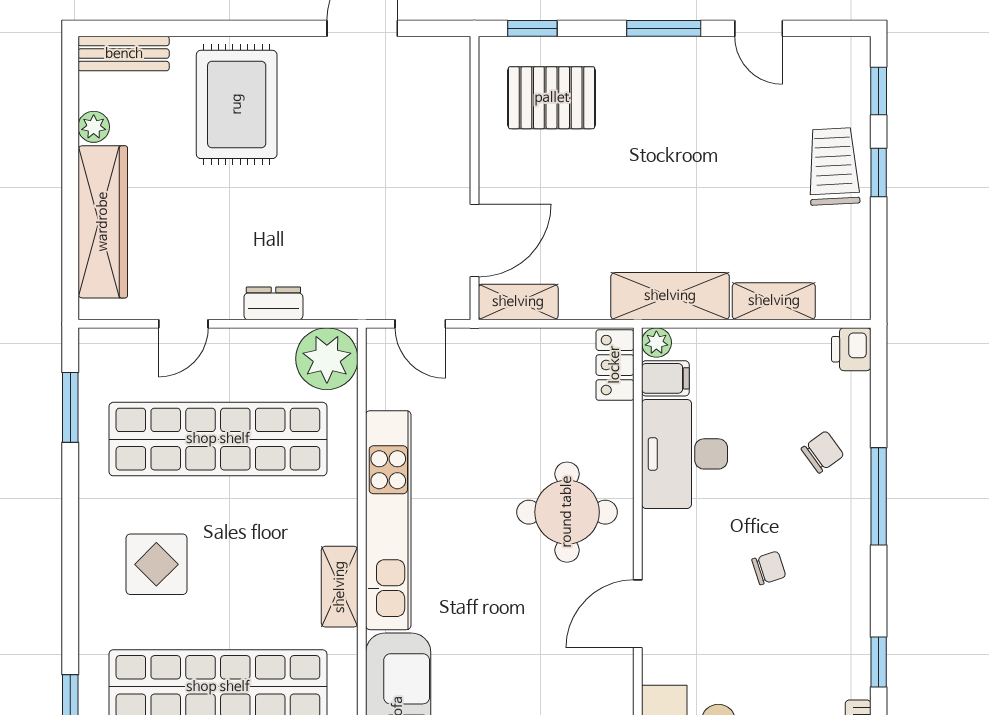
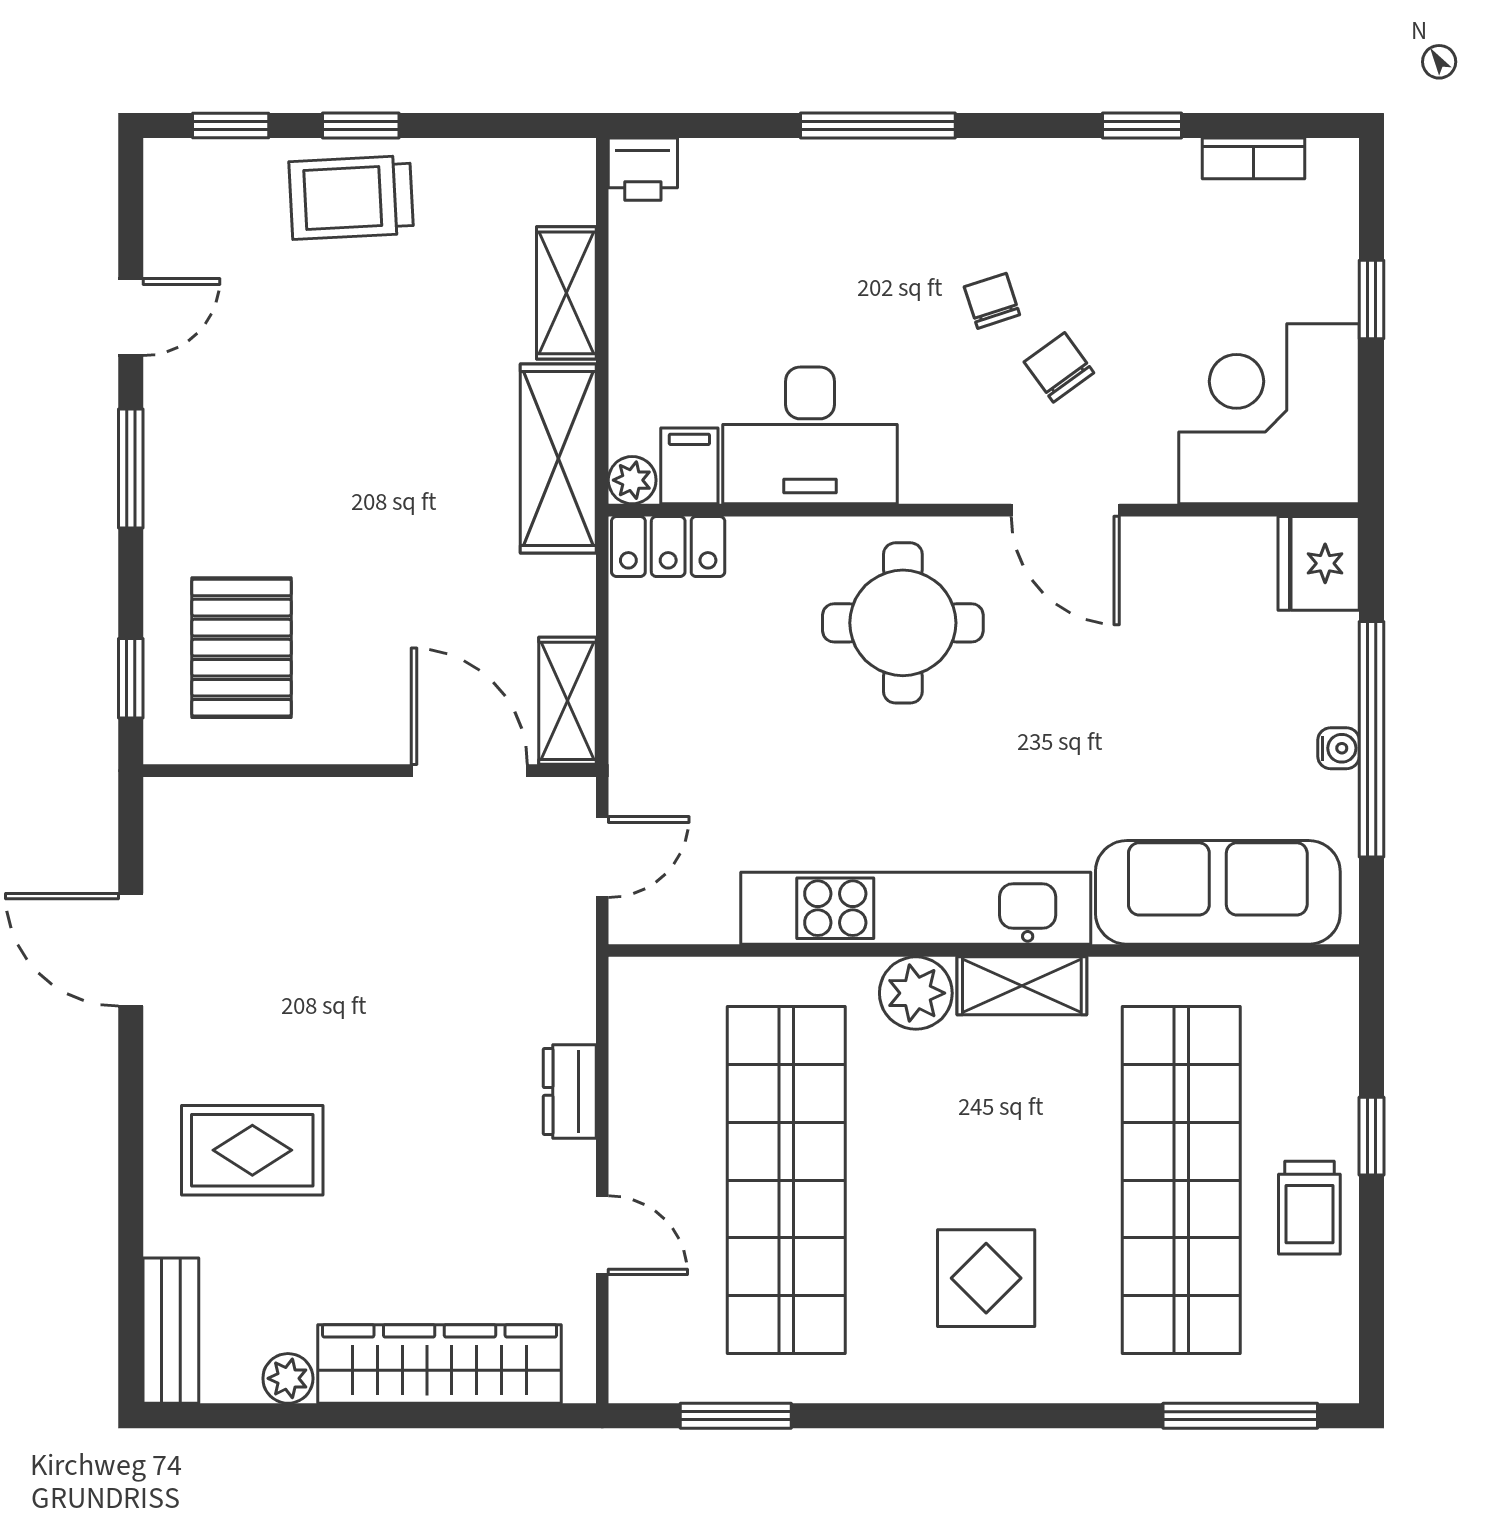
rug: (237, 104) -> (252, 1150), width x0.73, depth x0.70
plant: (327, 359) -> (916, 993), moved, width x0.73, depth x0.73
chair: (823, 452) -> (1059, 367), moved

